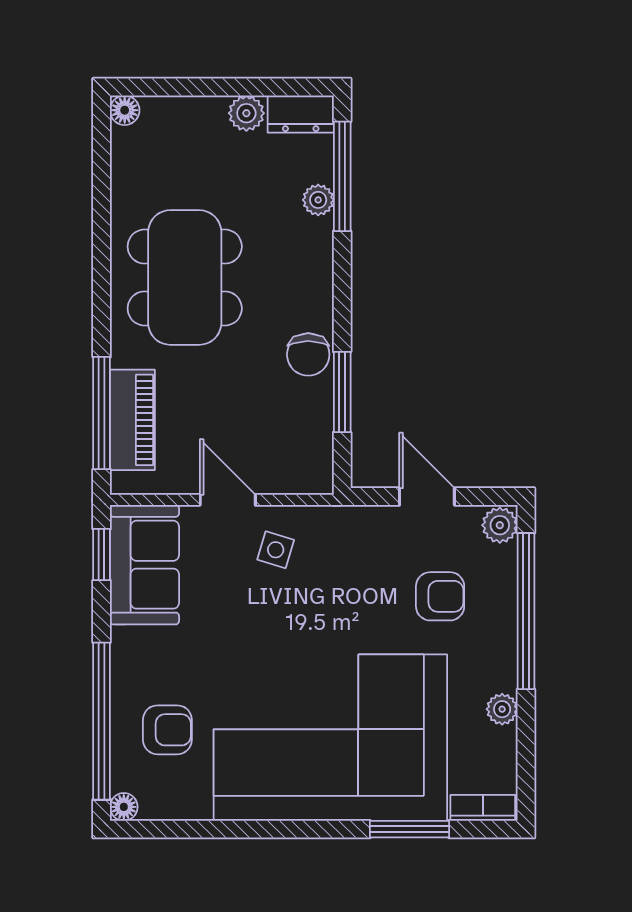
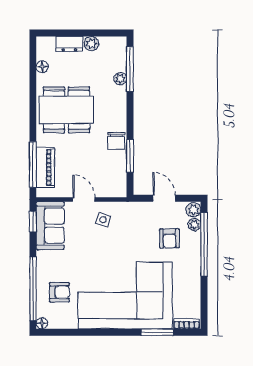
floor lamp: (125, 110) -> (42, 67), moved
dresser: (301, 114) -> (69, 44), moved
dining table: (185, 277) -> (66, 110), turned 90
armchair: (440, 596) -> (169, 238), turned 89
plant: (502, 709) -> (194, 225), moved

